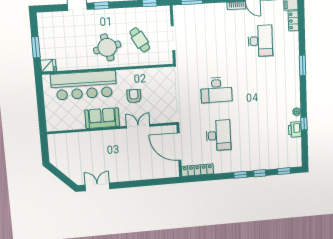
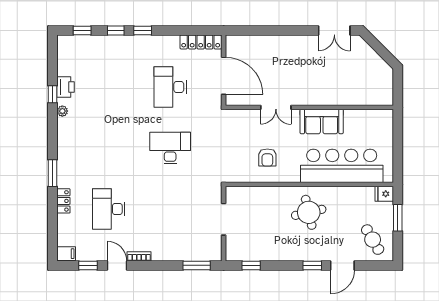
locker: (293, 21) -> (63, 201), moved
cafe table: (140, 40) -> (373, 240), moved
armchair: (134, 96) -> (267, 158), moved

